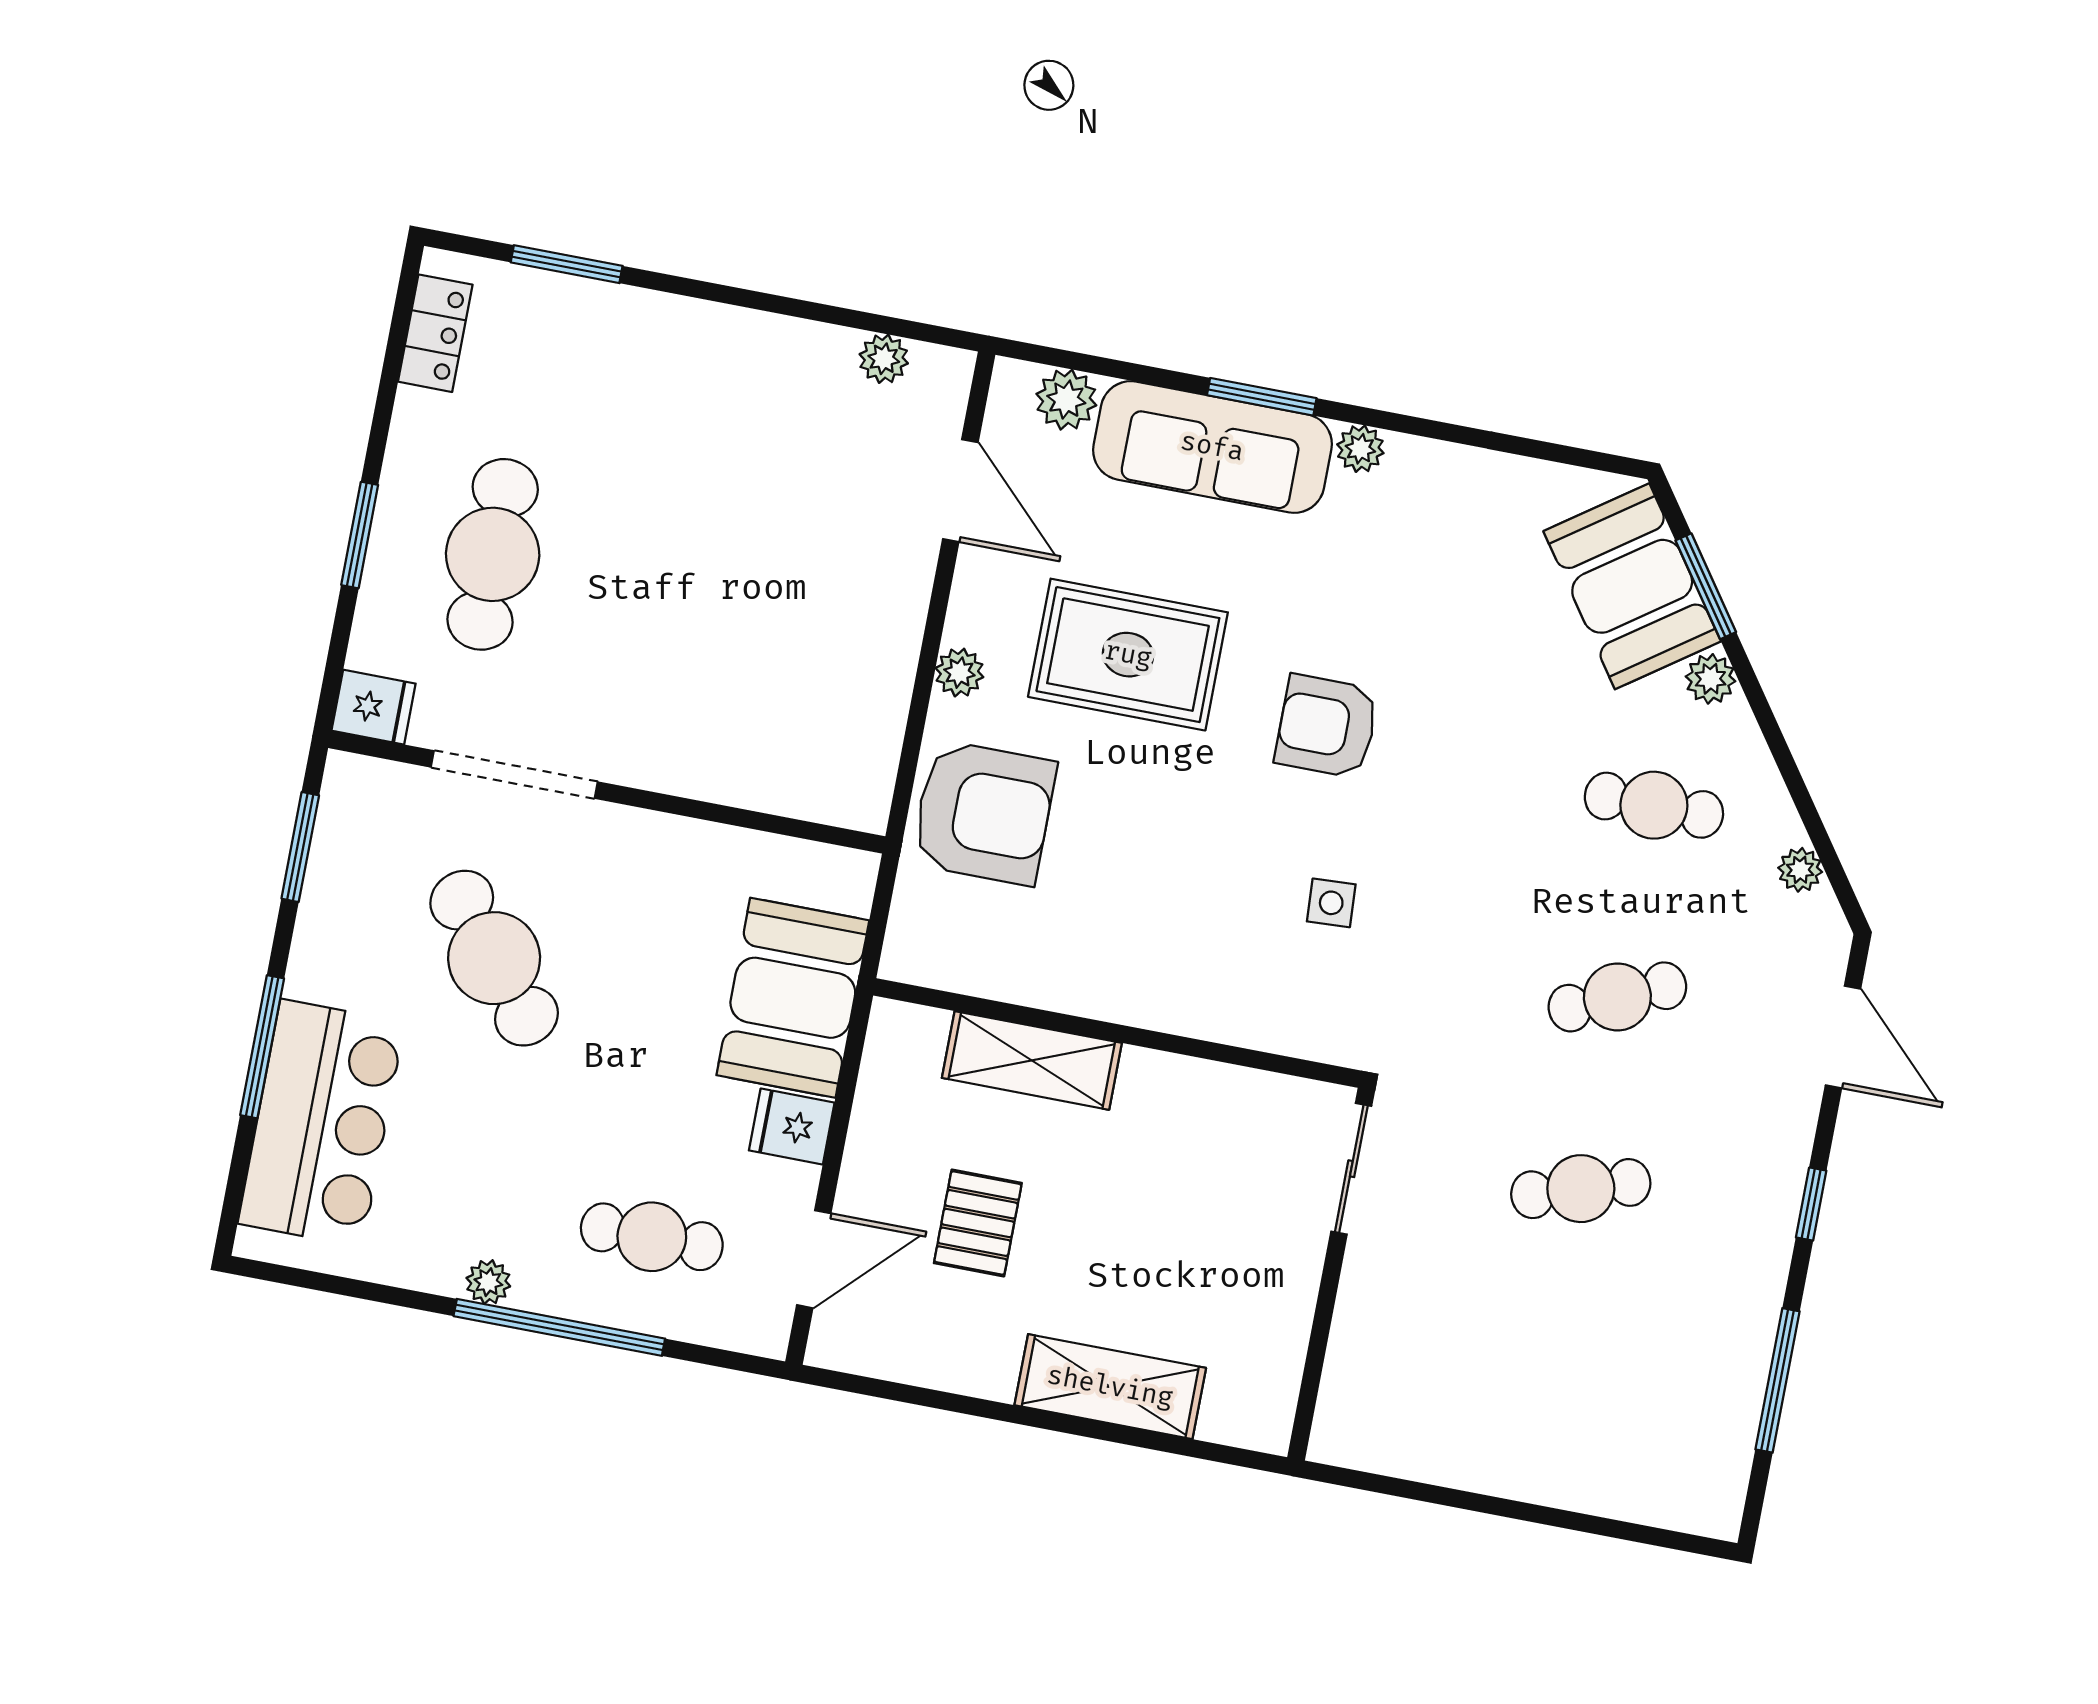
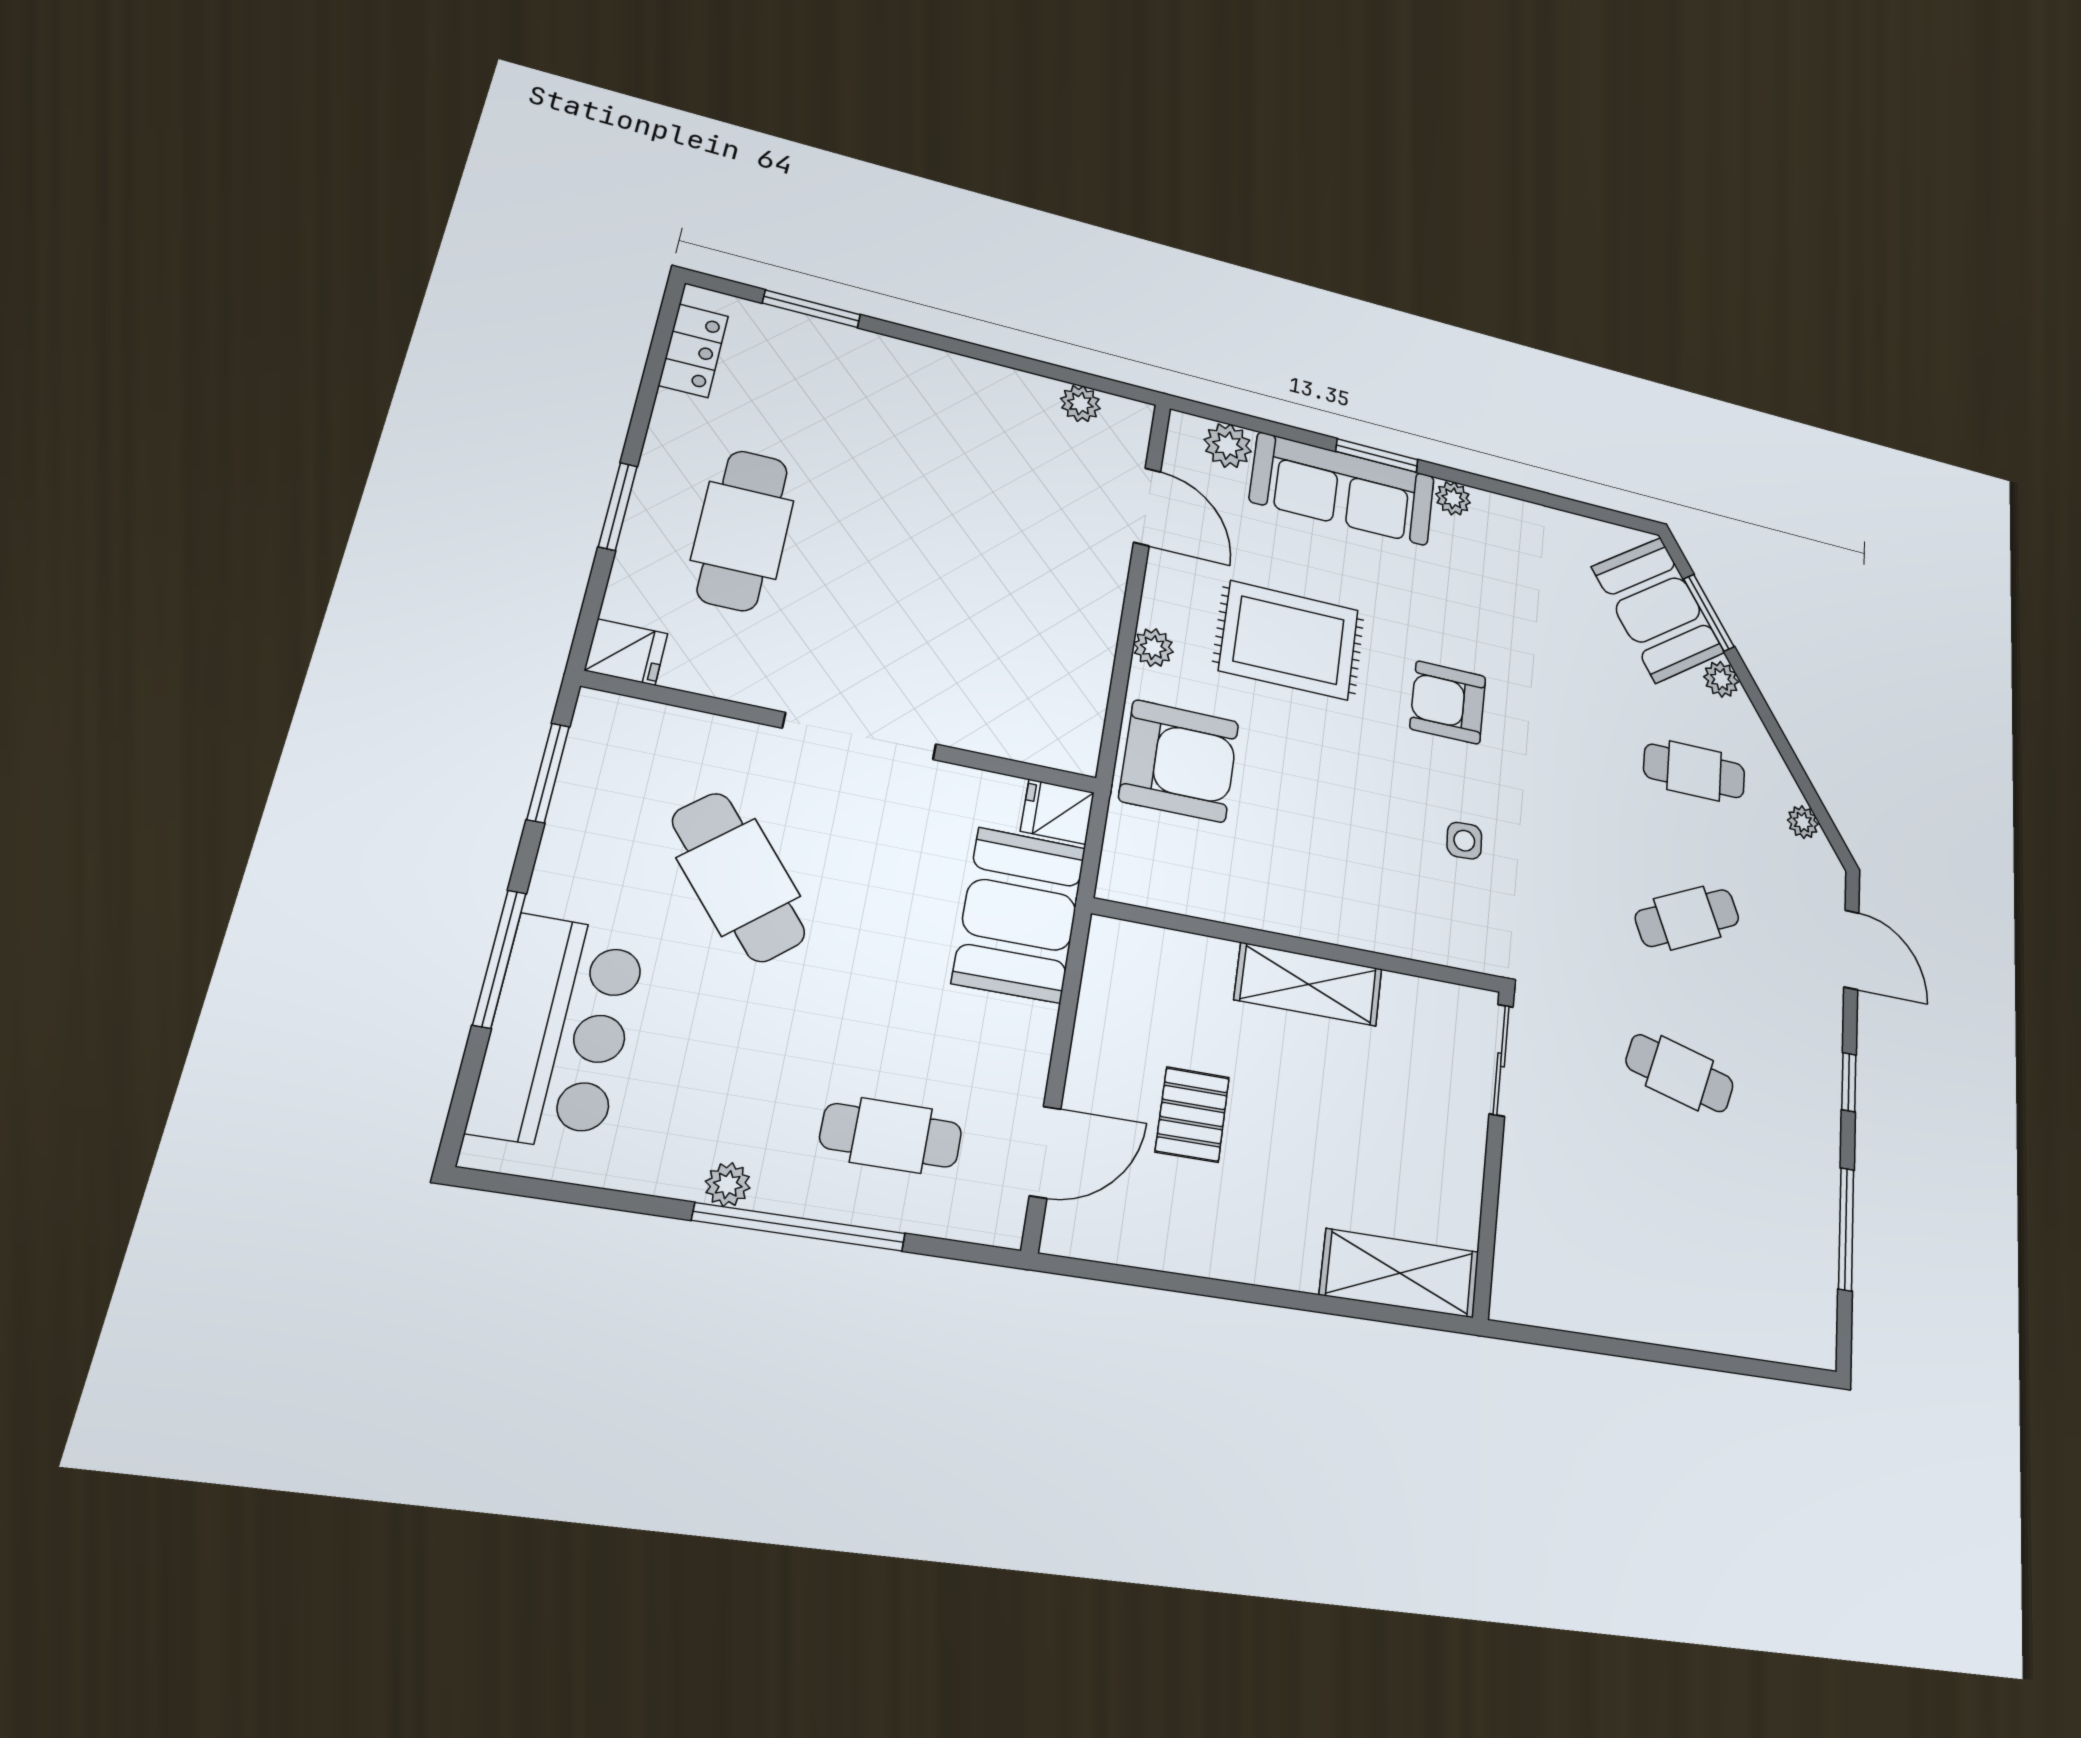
doorway: (514, 775) -> (860, 736), moved
shelving: (1032, 1060) -> (1309, 984), moved
fridge: (792, 1127) -> (1058, 812), moved
cafe table: (1581, 1189) -> (1680, 1073), turned 33
shelving: (1110, 1387) -> (1400, 1273), moved

